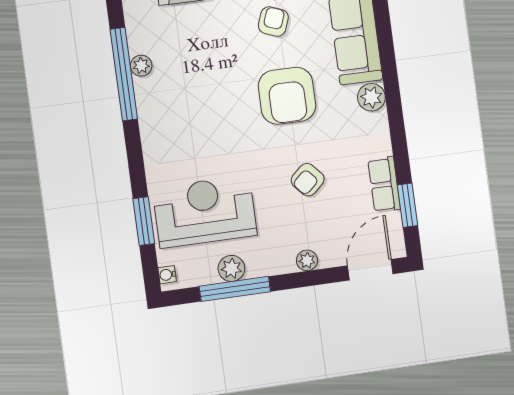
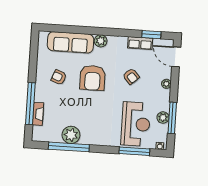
plant: (141, 66) -> (71, 135), width x1.87, depth x1.87
armchair: (287, 96) -> (92, 78), turned 90
reception desk: (205, 212) -> (136, 124), turned 180
window: (144, 221) -> (134, 151), width x1.44

